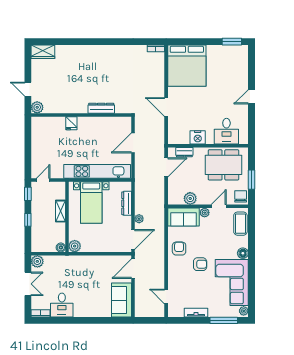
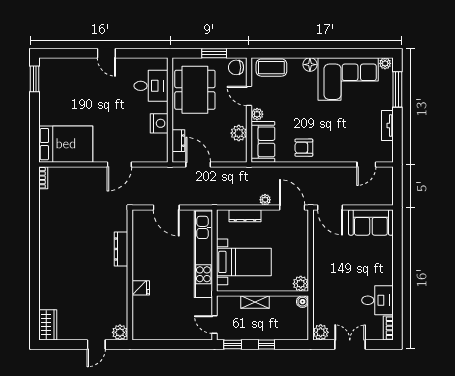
bed: (187, 66) -> (66, 144), width x0.73
armchair: (200, 264) -> (324, 120), removed

